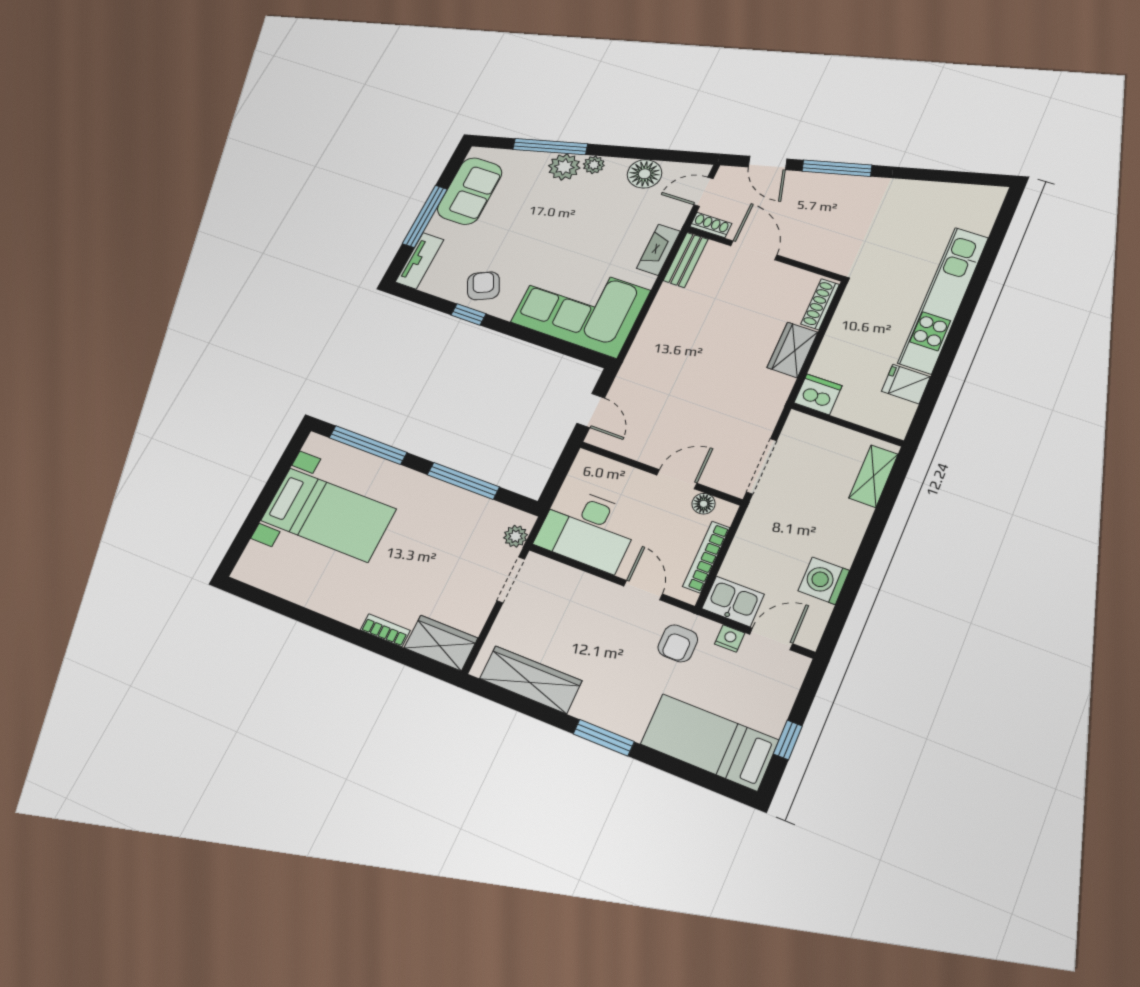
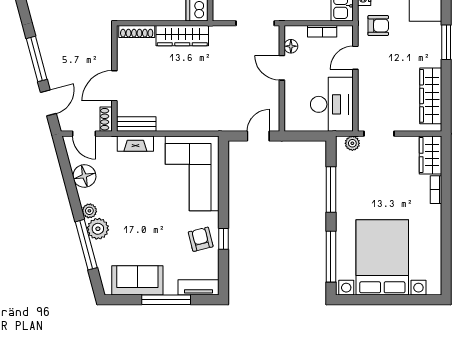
armchair: (483, 286) -> (201, 239), turned 102
wardrobe: (792, 350) -> (182, 36), width x1.50
bed with nightstands: (328, 515) -> (382, 257), width x1.36
bookcase: (706, 557) -> (322, 31), width x0.64

